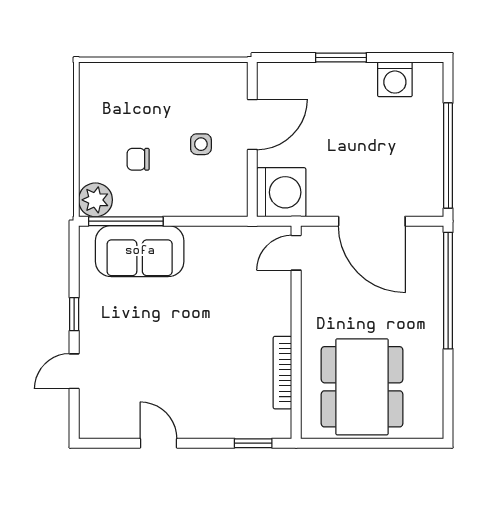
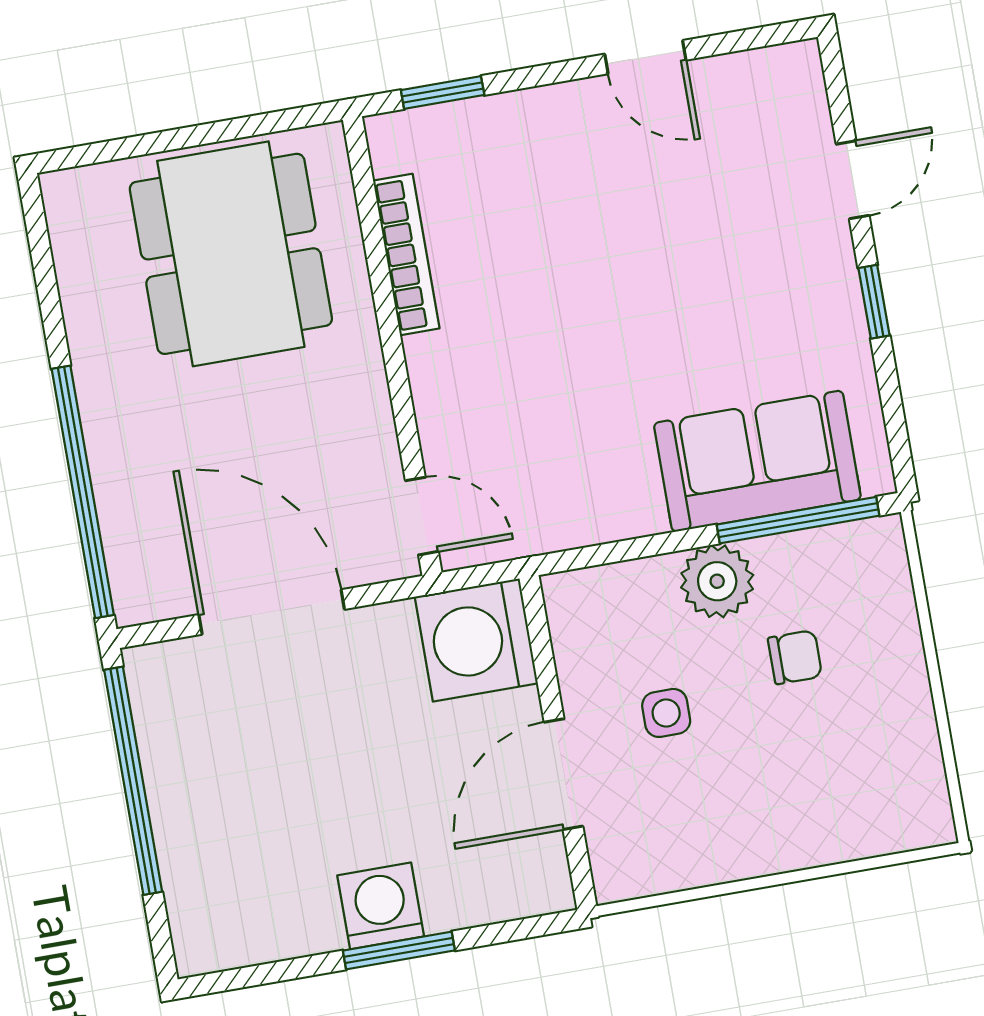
washing machine: (395, 79) -> (381, 906), moved
plant: (95, 200) -> (717, 581), moved
door: (296, 253) -> (422, 516), hinge flipped

